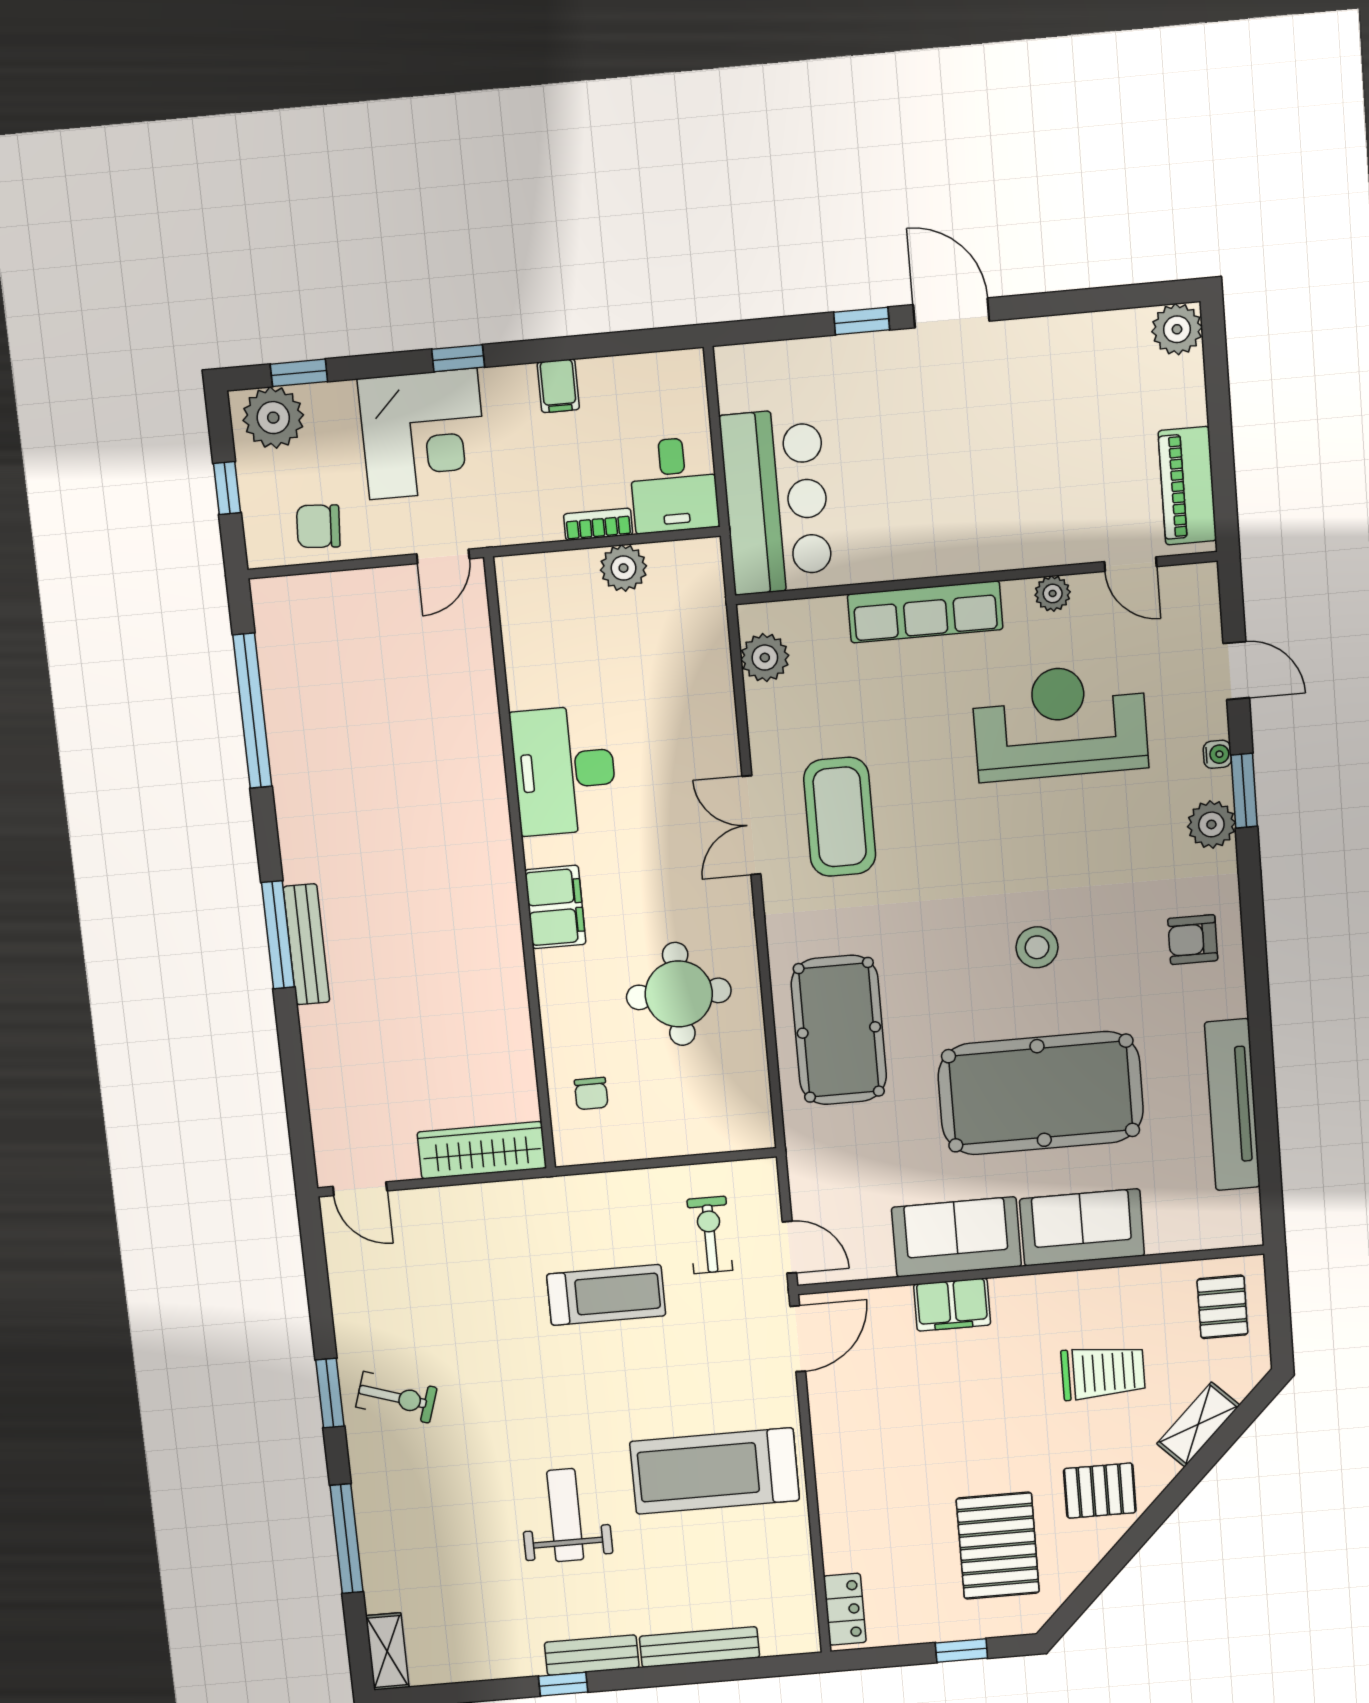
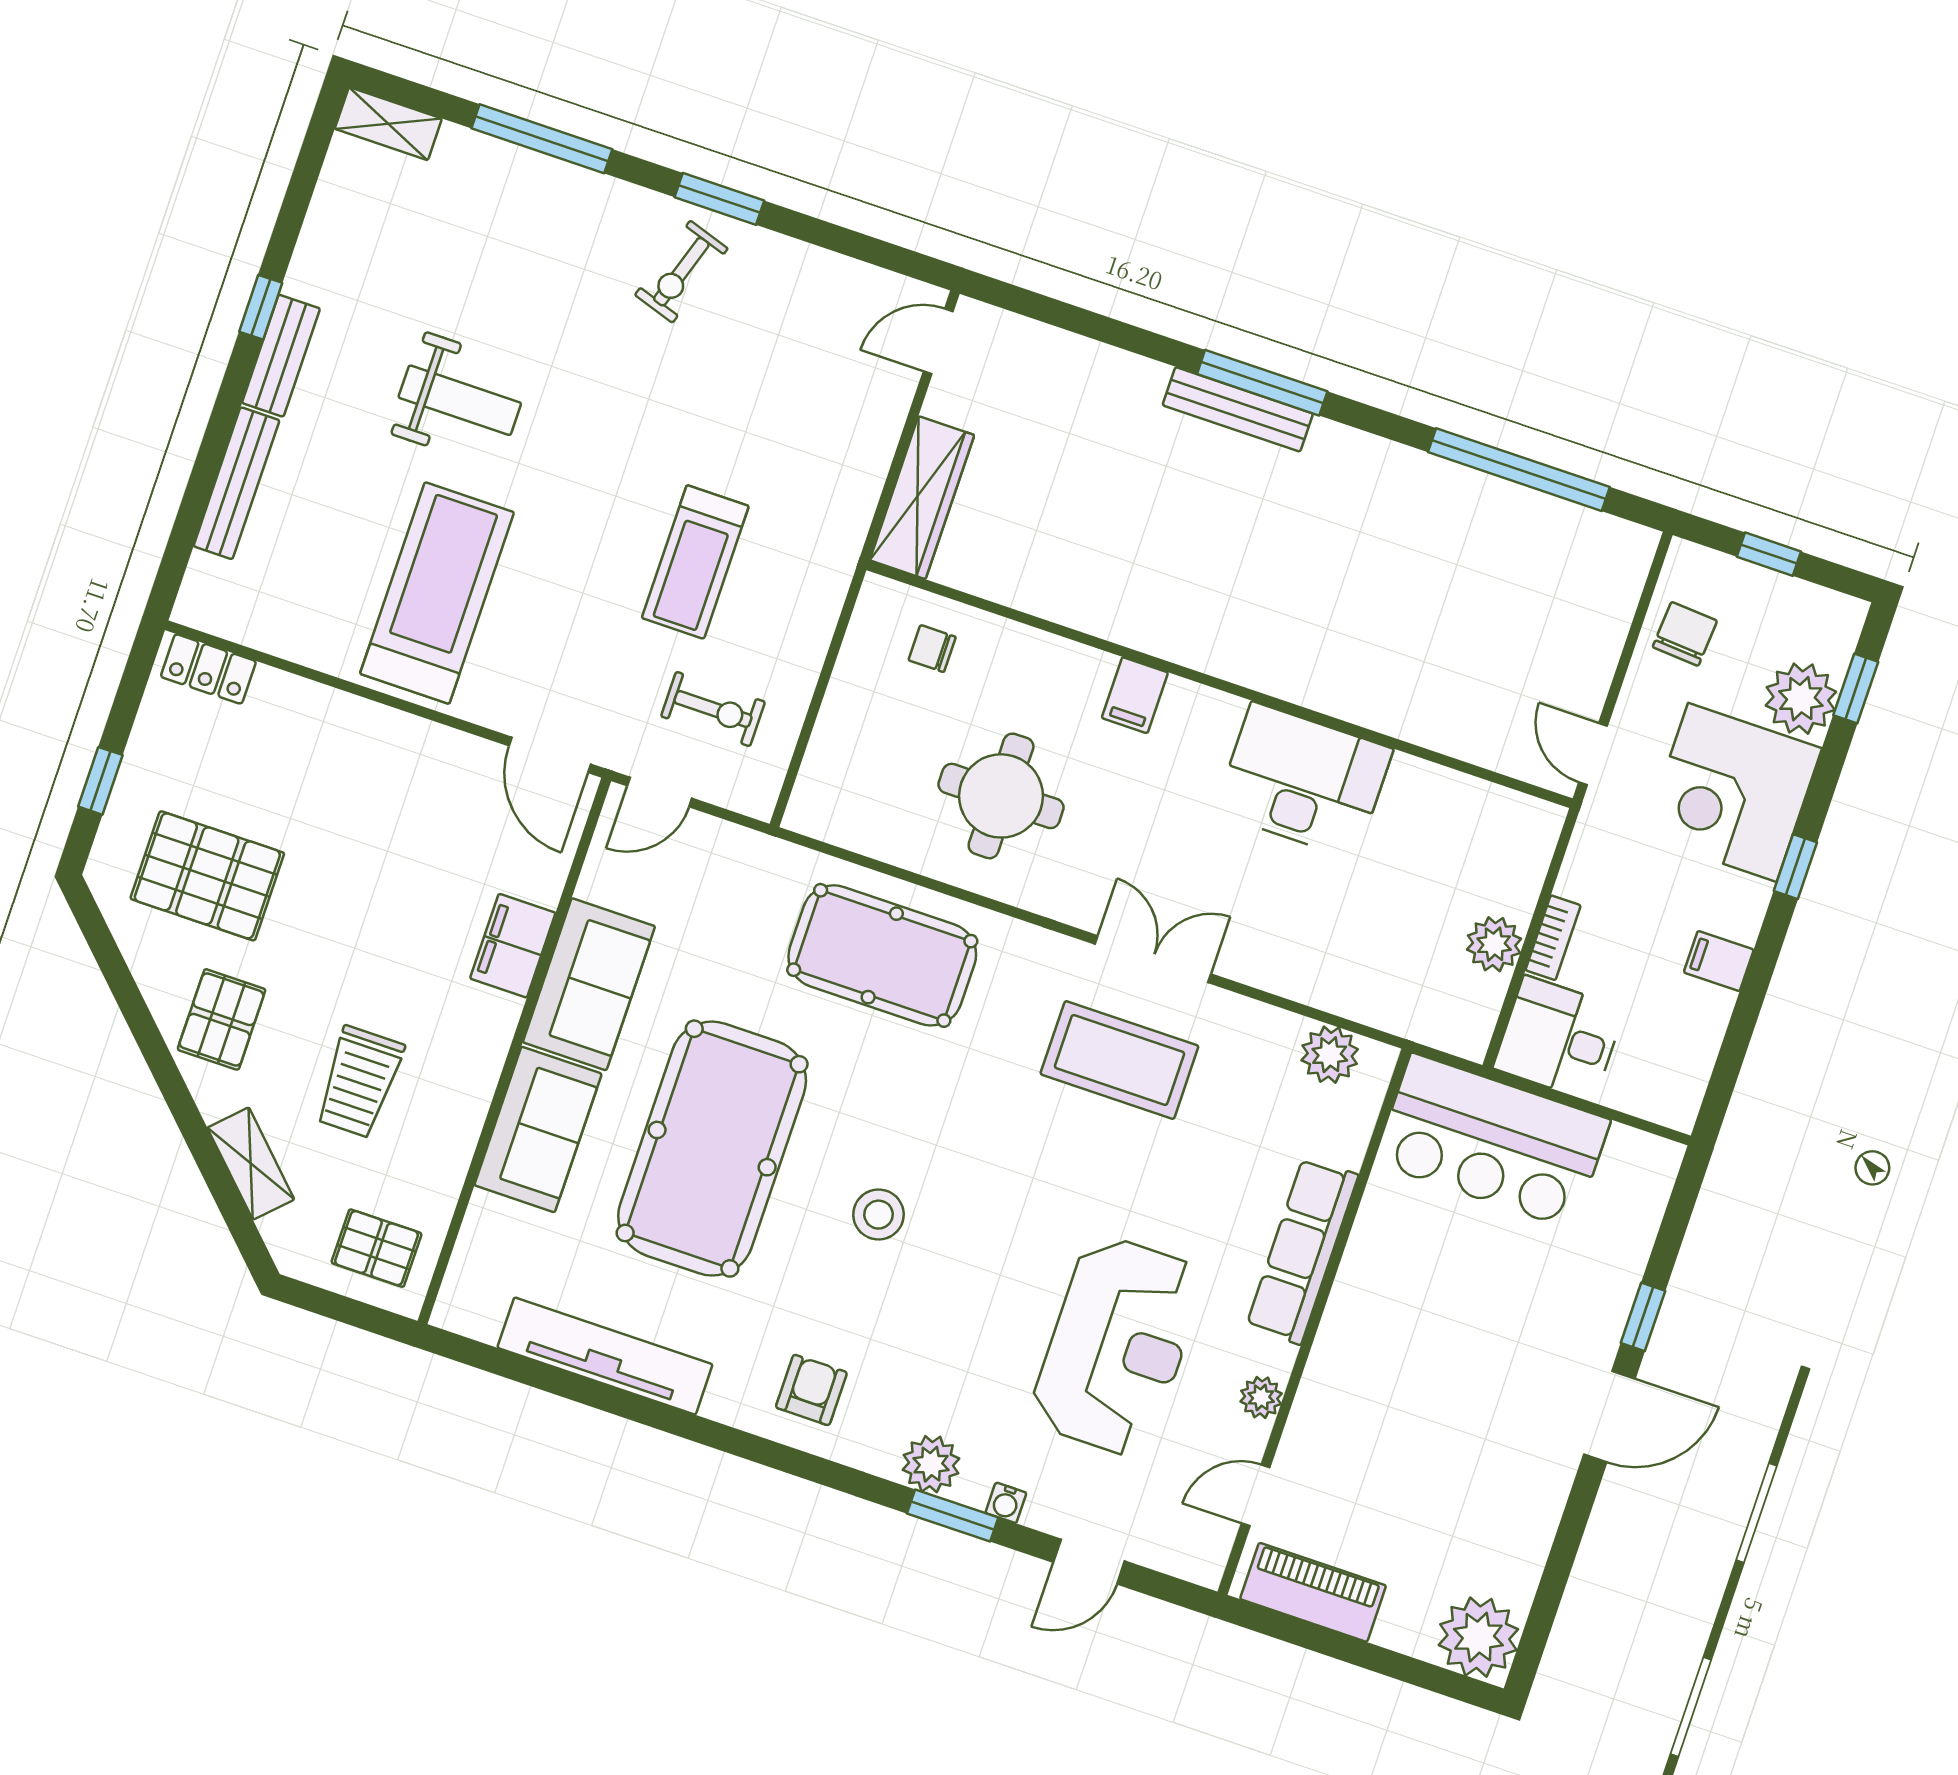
plant: (1177, 329) -> (1478, 1637), width x1.36, depth x1.36
plant: (273, 418) -> (1801, 699), moved
filing cabinet: (555, 907) -> (1135, 695), width x0.50

